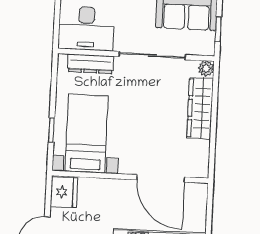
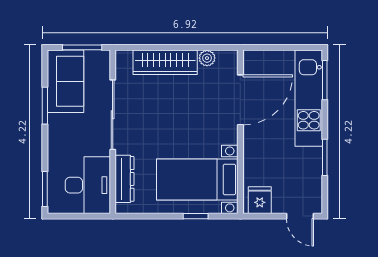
window: (218, 29) -> (82, 47), width x1.50
plant: (206, 68) -> (207, 58), moved
fridge: (64, 192) -> (260, 200), width x0.72

